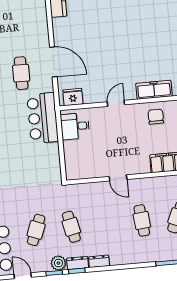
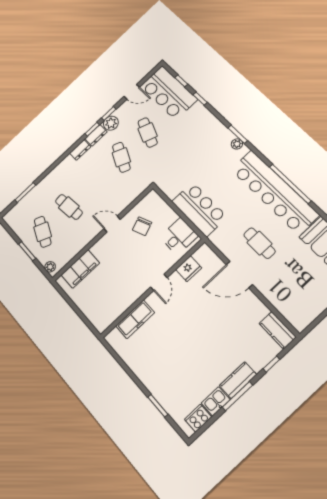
fridge: (73, 97) -> (189, 269), moved
chair: (156, 117) -> (142, 226), moved, turned 68
bar counter: (43, 118) -> (199, 209), moved
cafe table: (71, 227) -> (121, 157), turned 36

